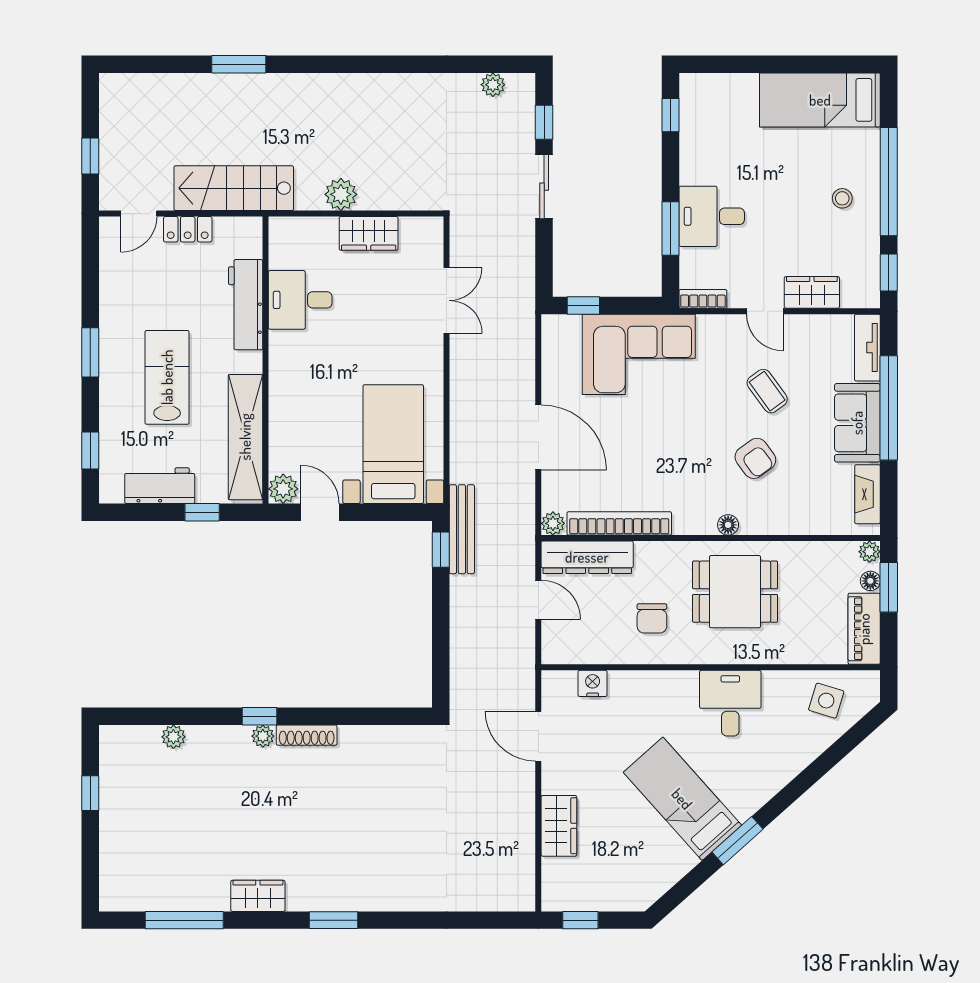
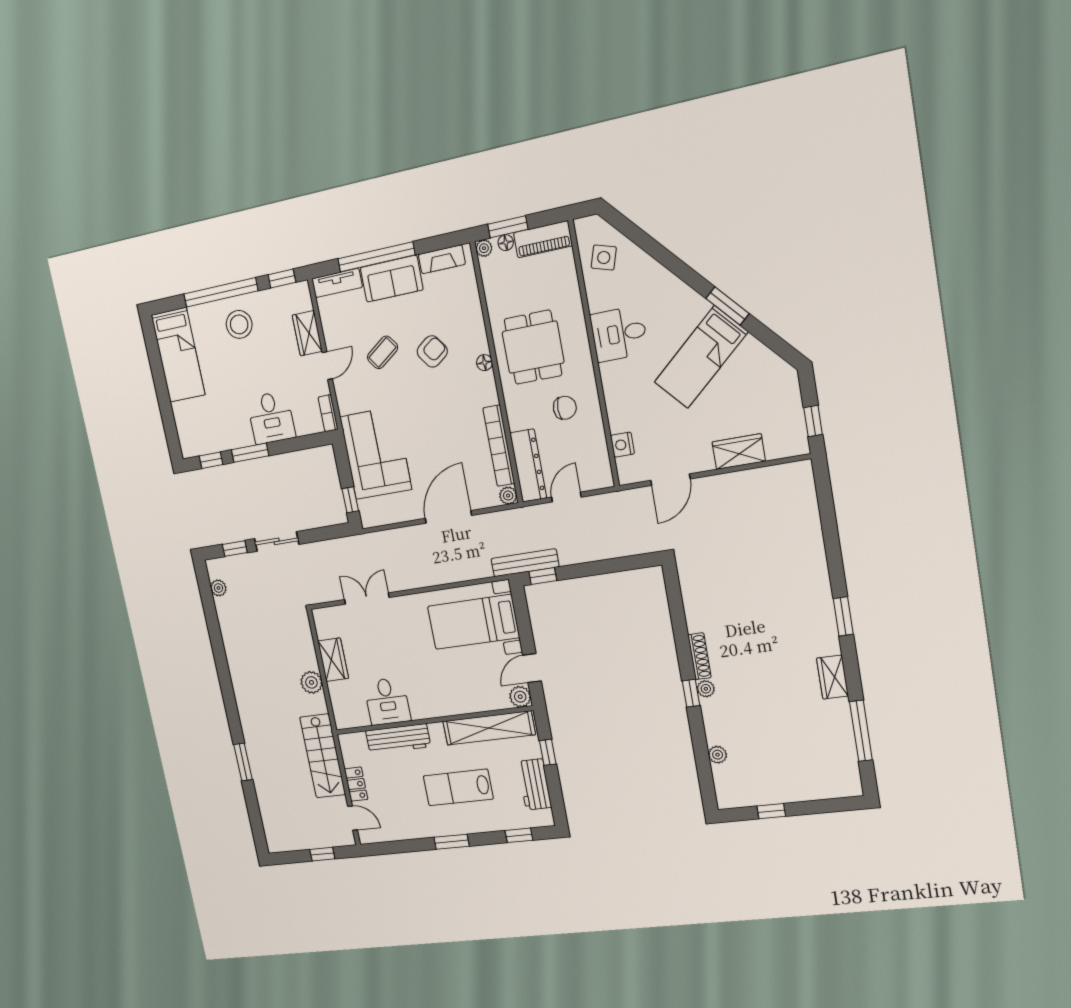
stool: (842, 198) -> (239, 324), width x1.89, depth x1.89
window: (670, 228) -> (250, 453), moved

